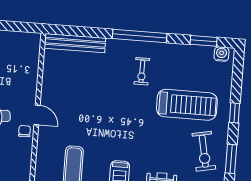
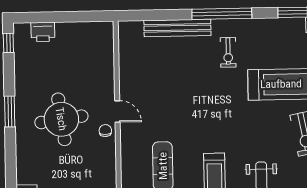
bench: (75, 43) -> (177, 28), moved

